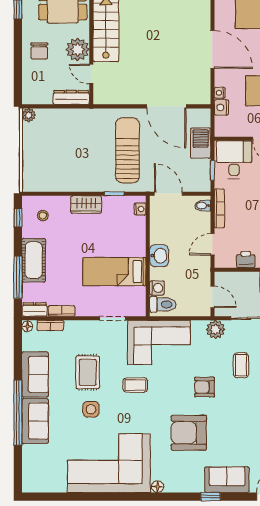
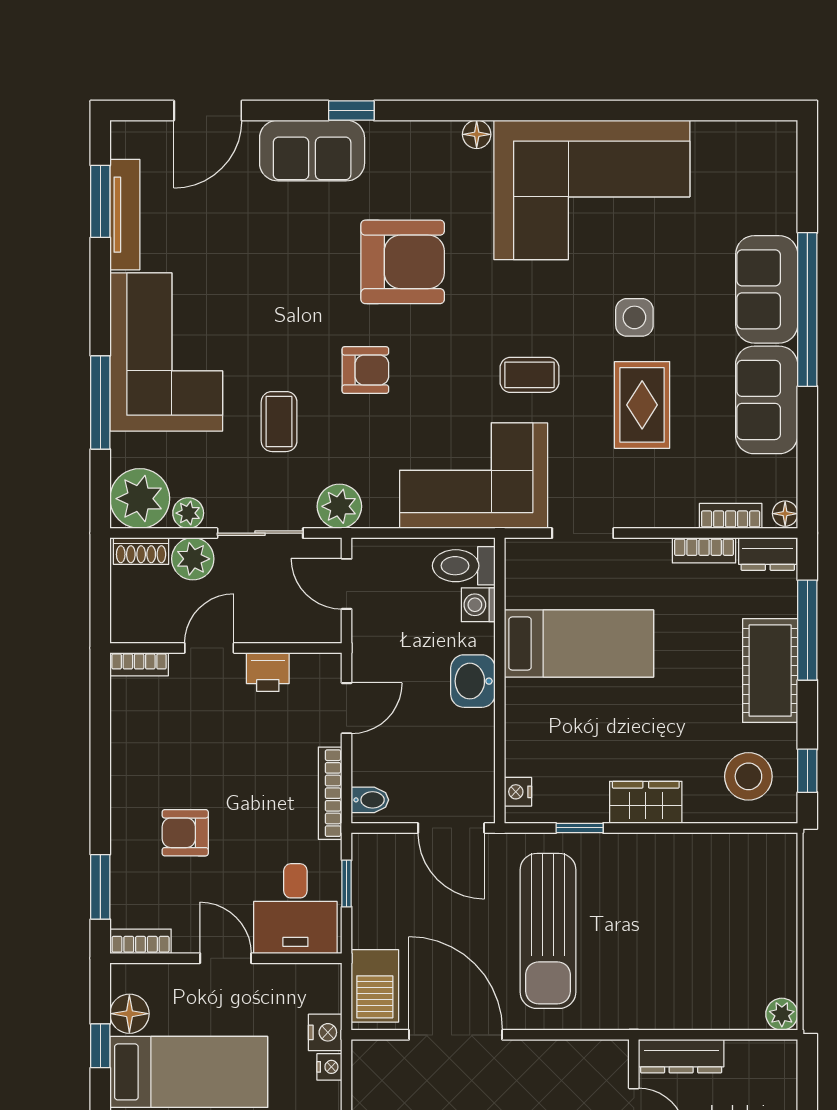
barbecue: (201, 143) -> (375, 986), moved
stool: (43, 215) -> (748, 776), width x1.89, depth x1.89

